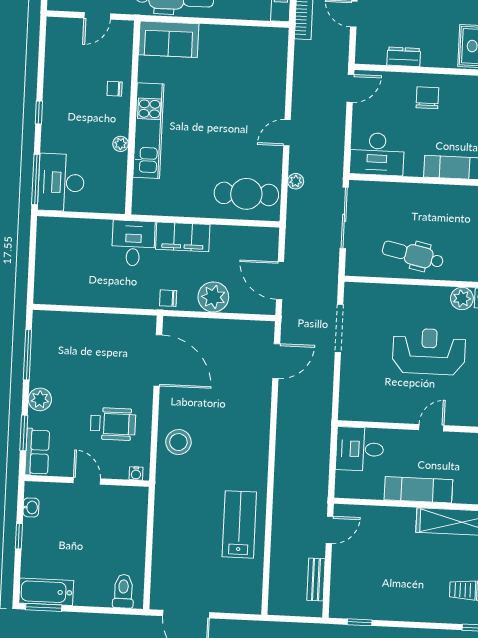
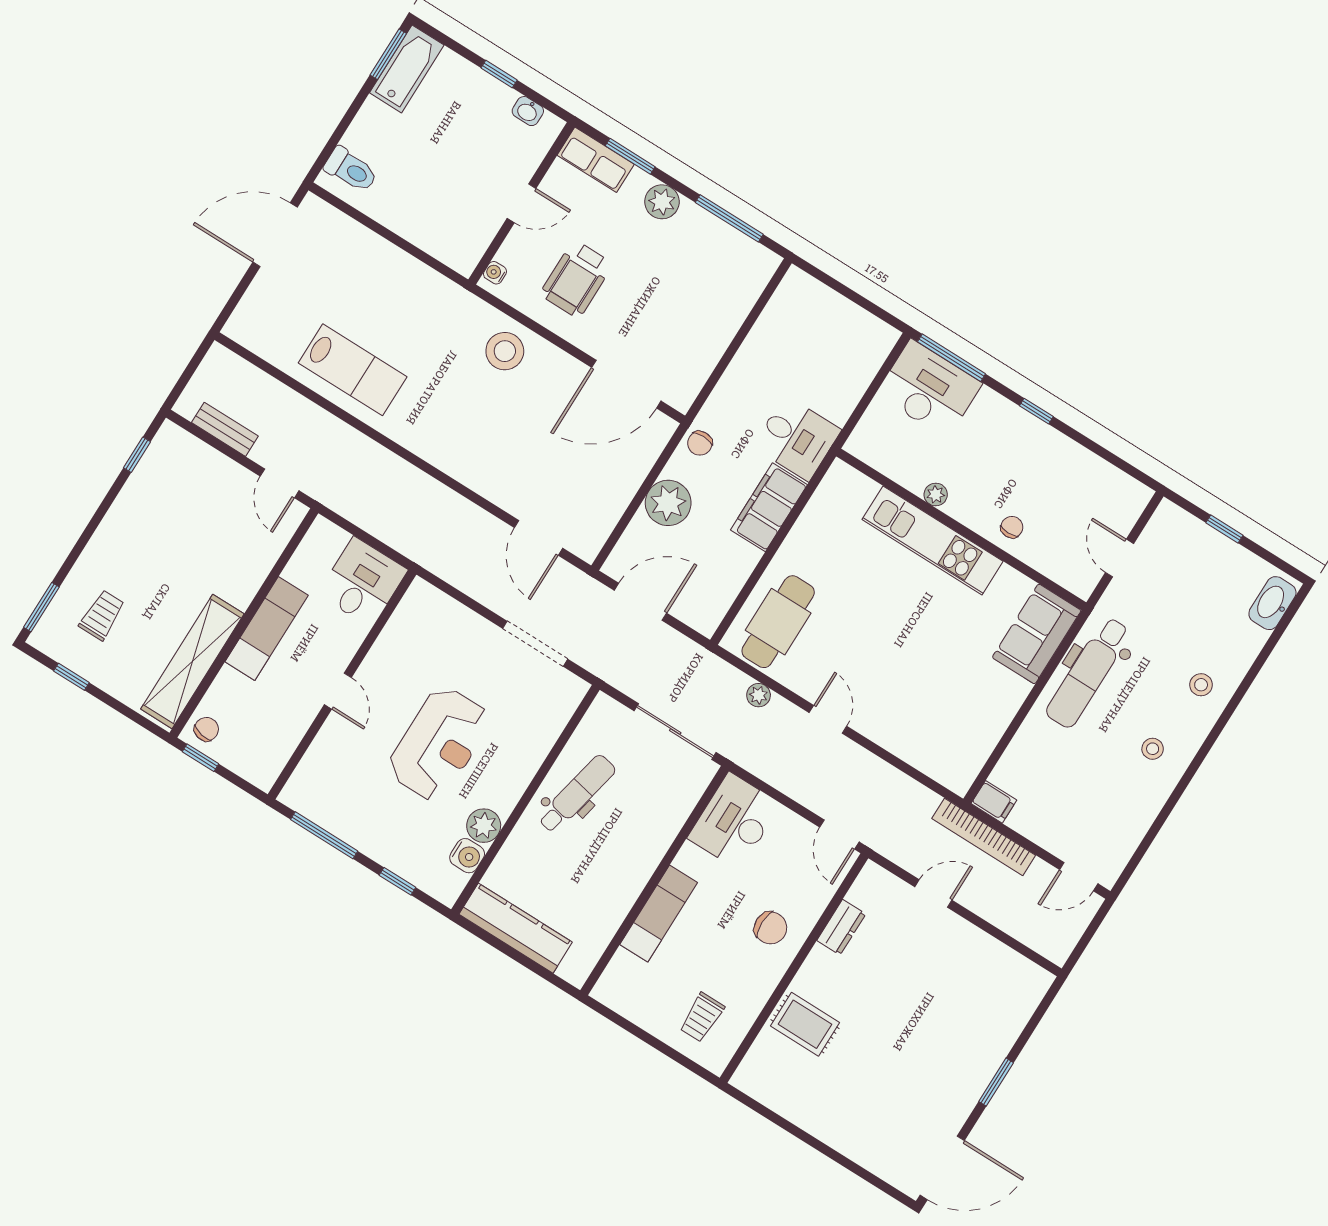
chair: (168, 298) -> (700, 443), turned 180

